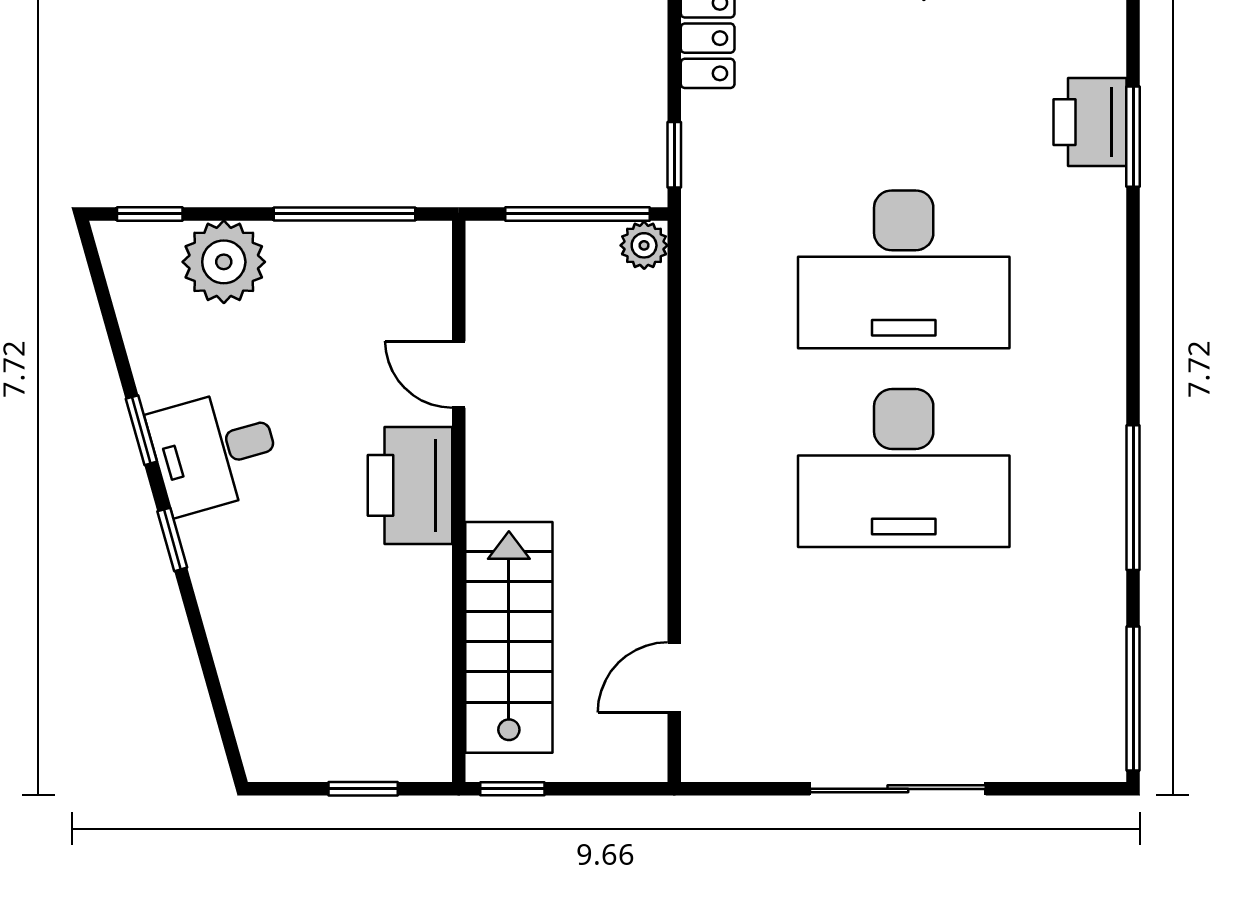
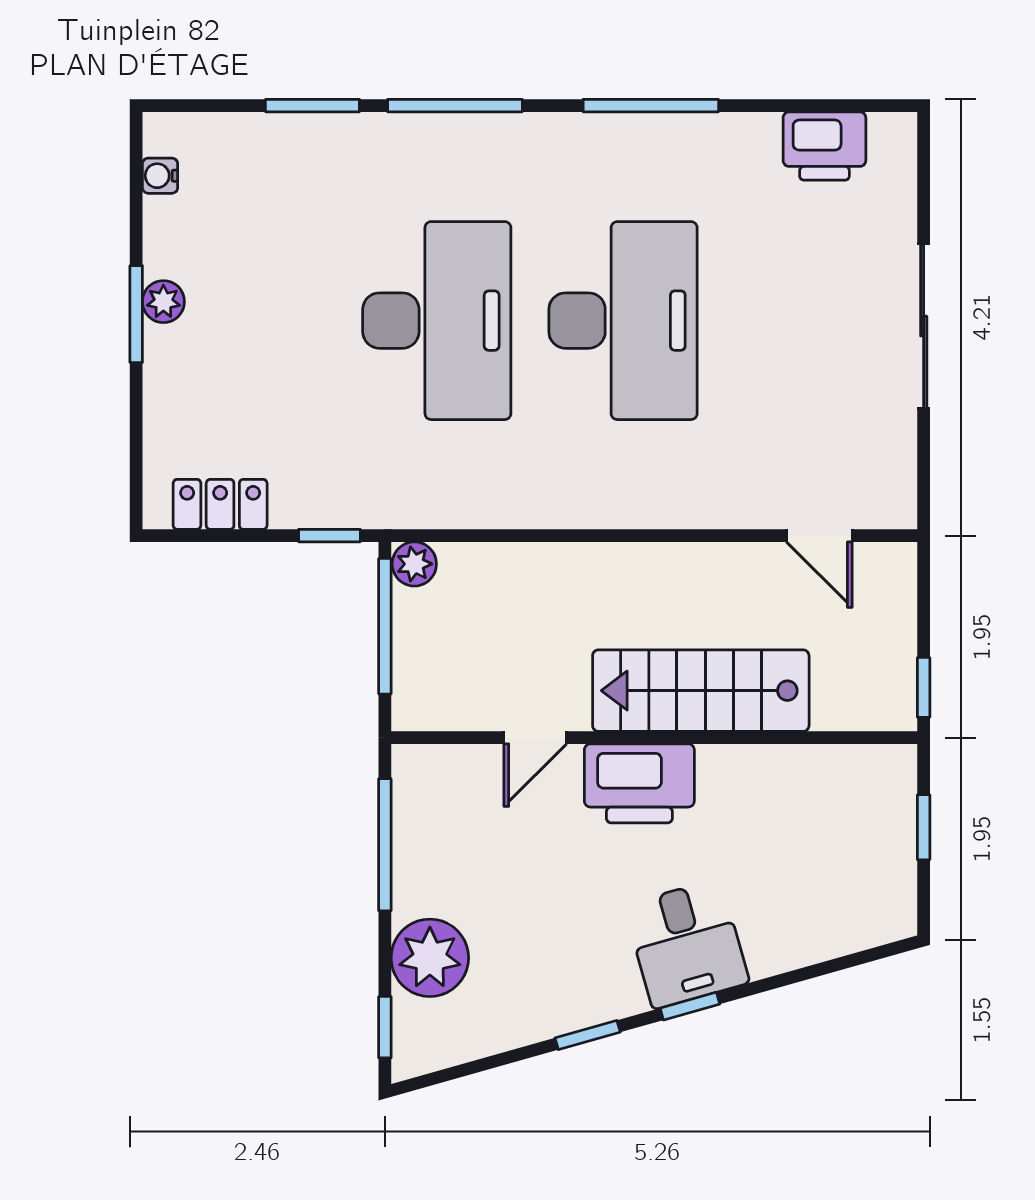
printer: (1090, 122) -> (824, 146), moved
desk: (215, 451) -> (687, 944), moved
stairs: (509, 637) -> (701, 691), moved
window: (1133, 698) -> (455, 106), moved

